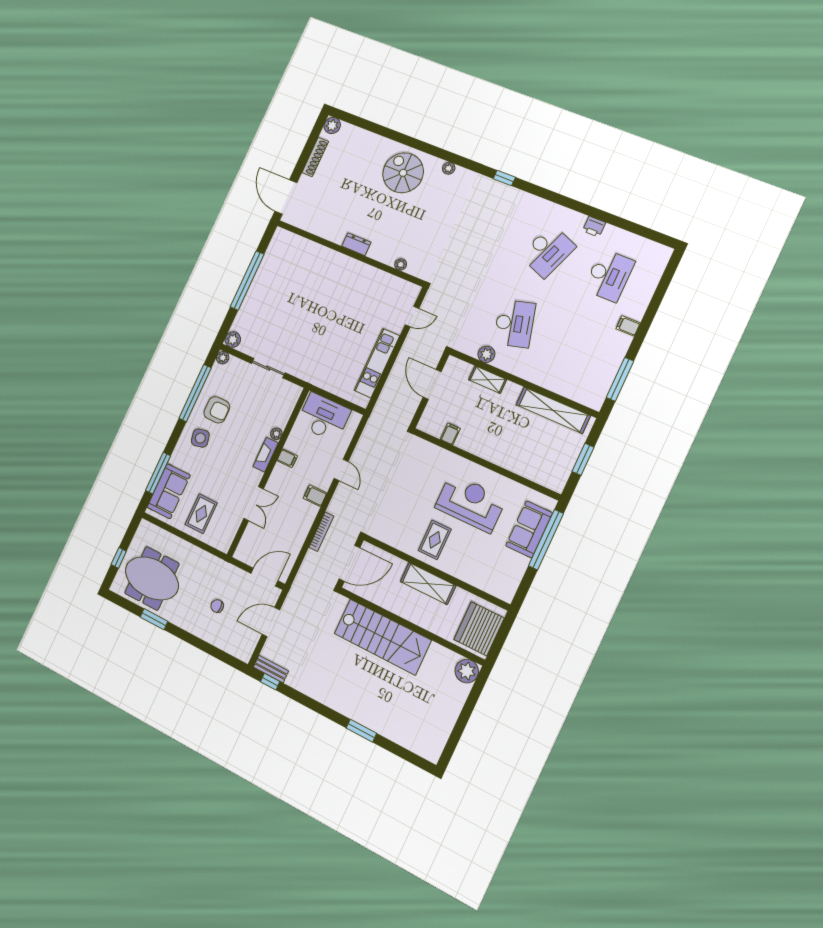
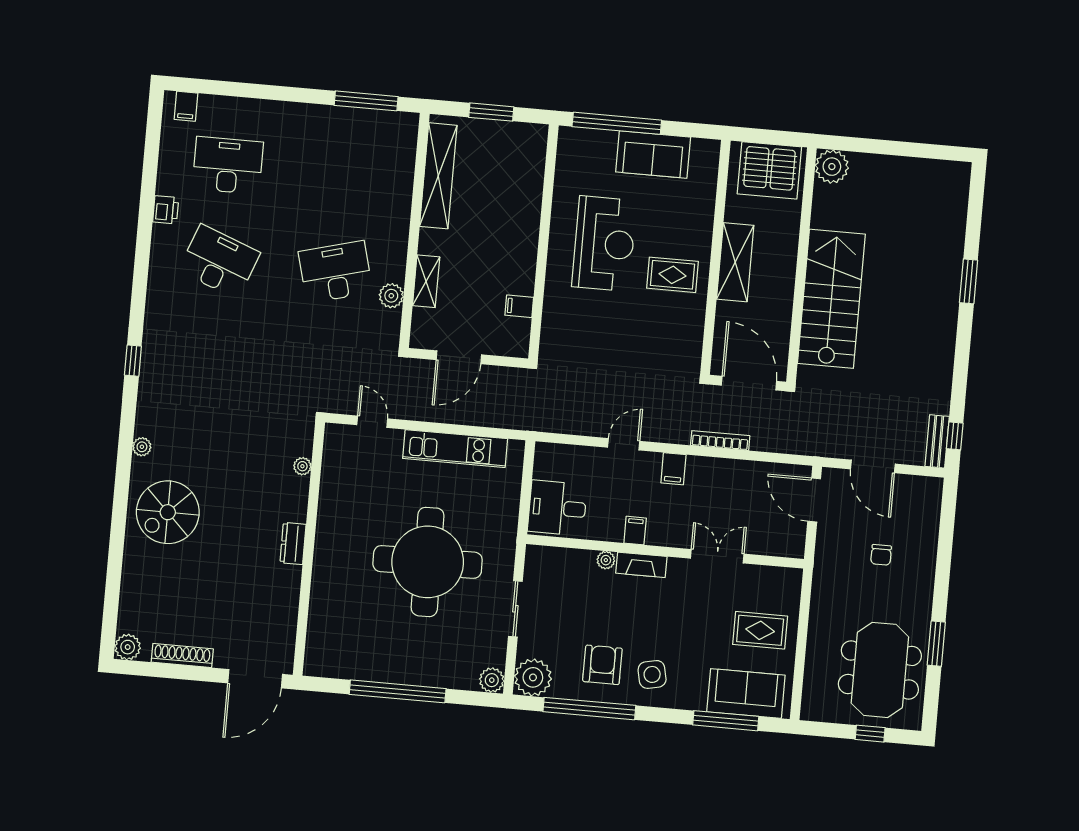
round table: (315, 323) -> (428, 562), added
filing cabinet: (628, 326) -> (186, 106), moved
plant: (223, 358) -> (533, 677), width x1.87, depth x1.87
desk: (324, 417) -> (557, 508), width x0.73
reception desk: (470, 503) -> (604, 244), turned 180
sofa: (529, 529) -> (653, 155), moved

